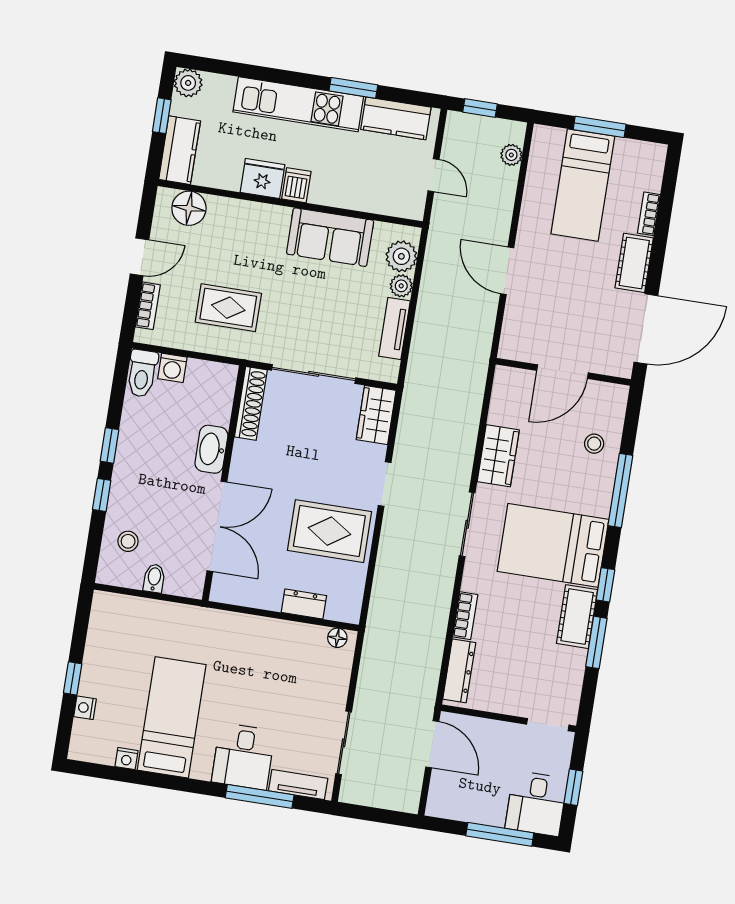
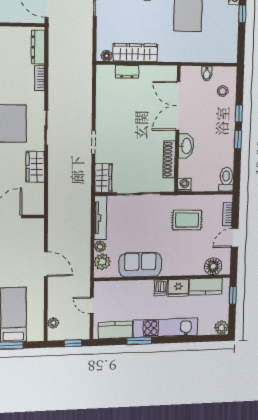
window: (162, 116) -> (233, 295), moved
kitchen counter: (180, 150) -> (206, 286), moved, turned -90
tv unit: (394, 329) -> (100, 218), width x1.41
washing machine: (172, 368) -> (184, 185), moved
shoe rack: (251, 403) -> (169, 159), moved
rug: (329, 531) -> (119, 113), removed
wardrobe: (283, 636) -> (135, 53), added

